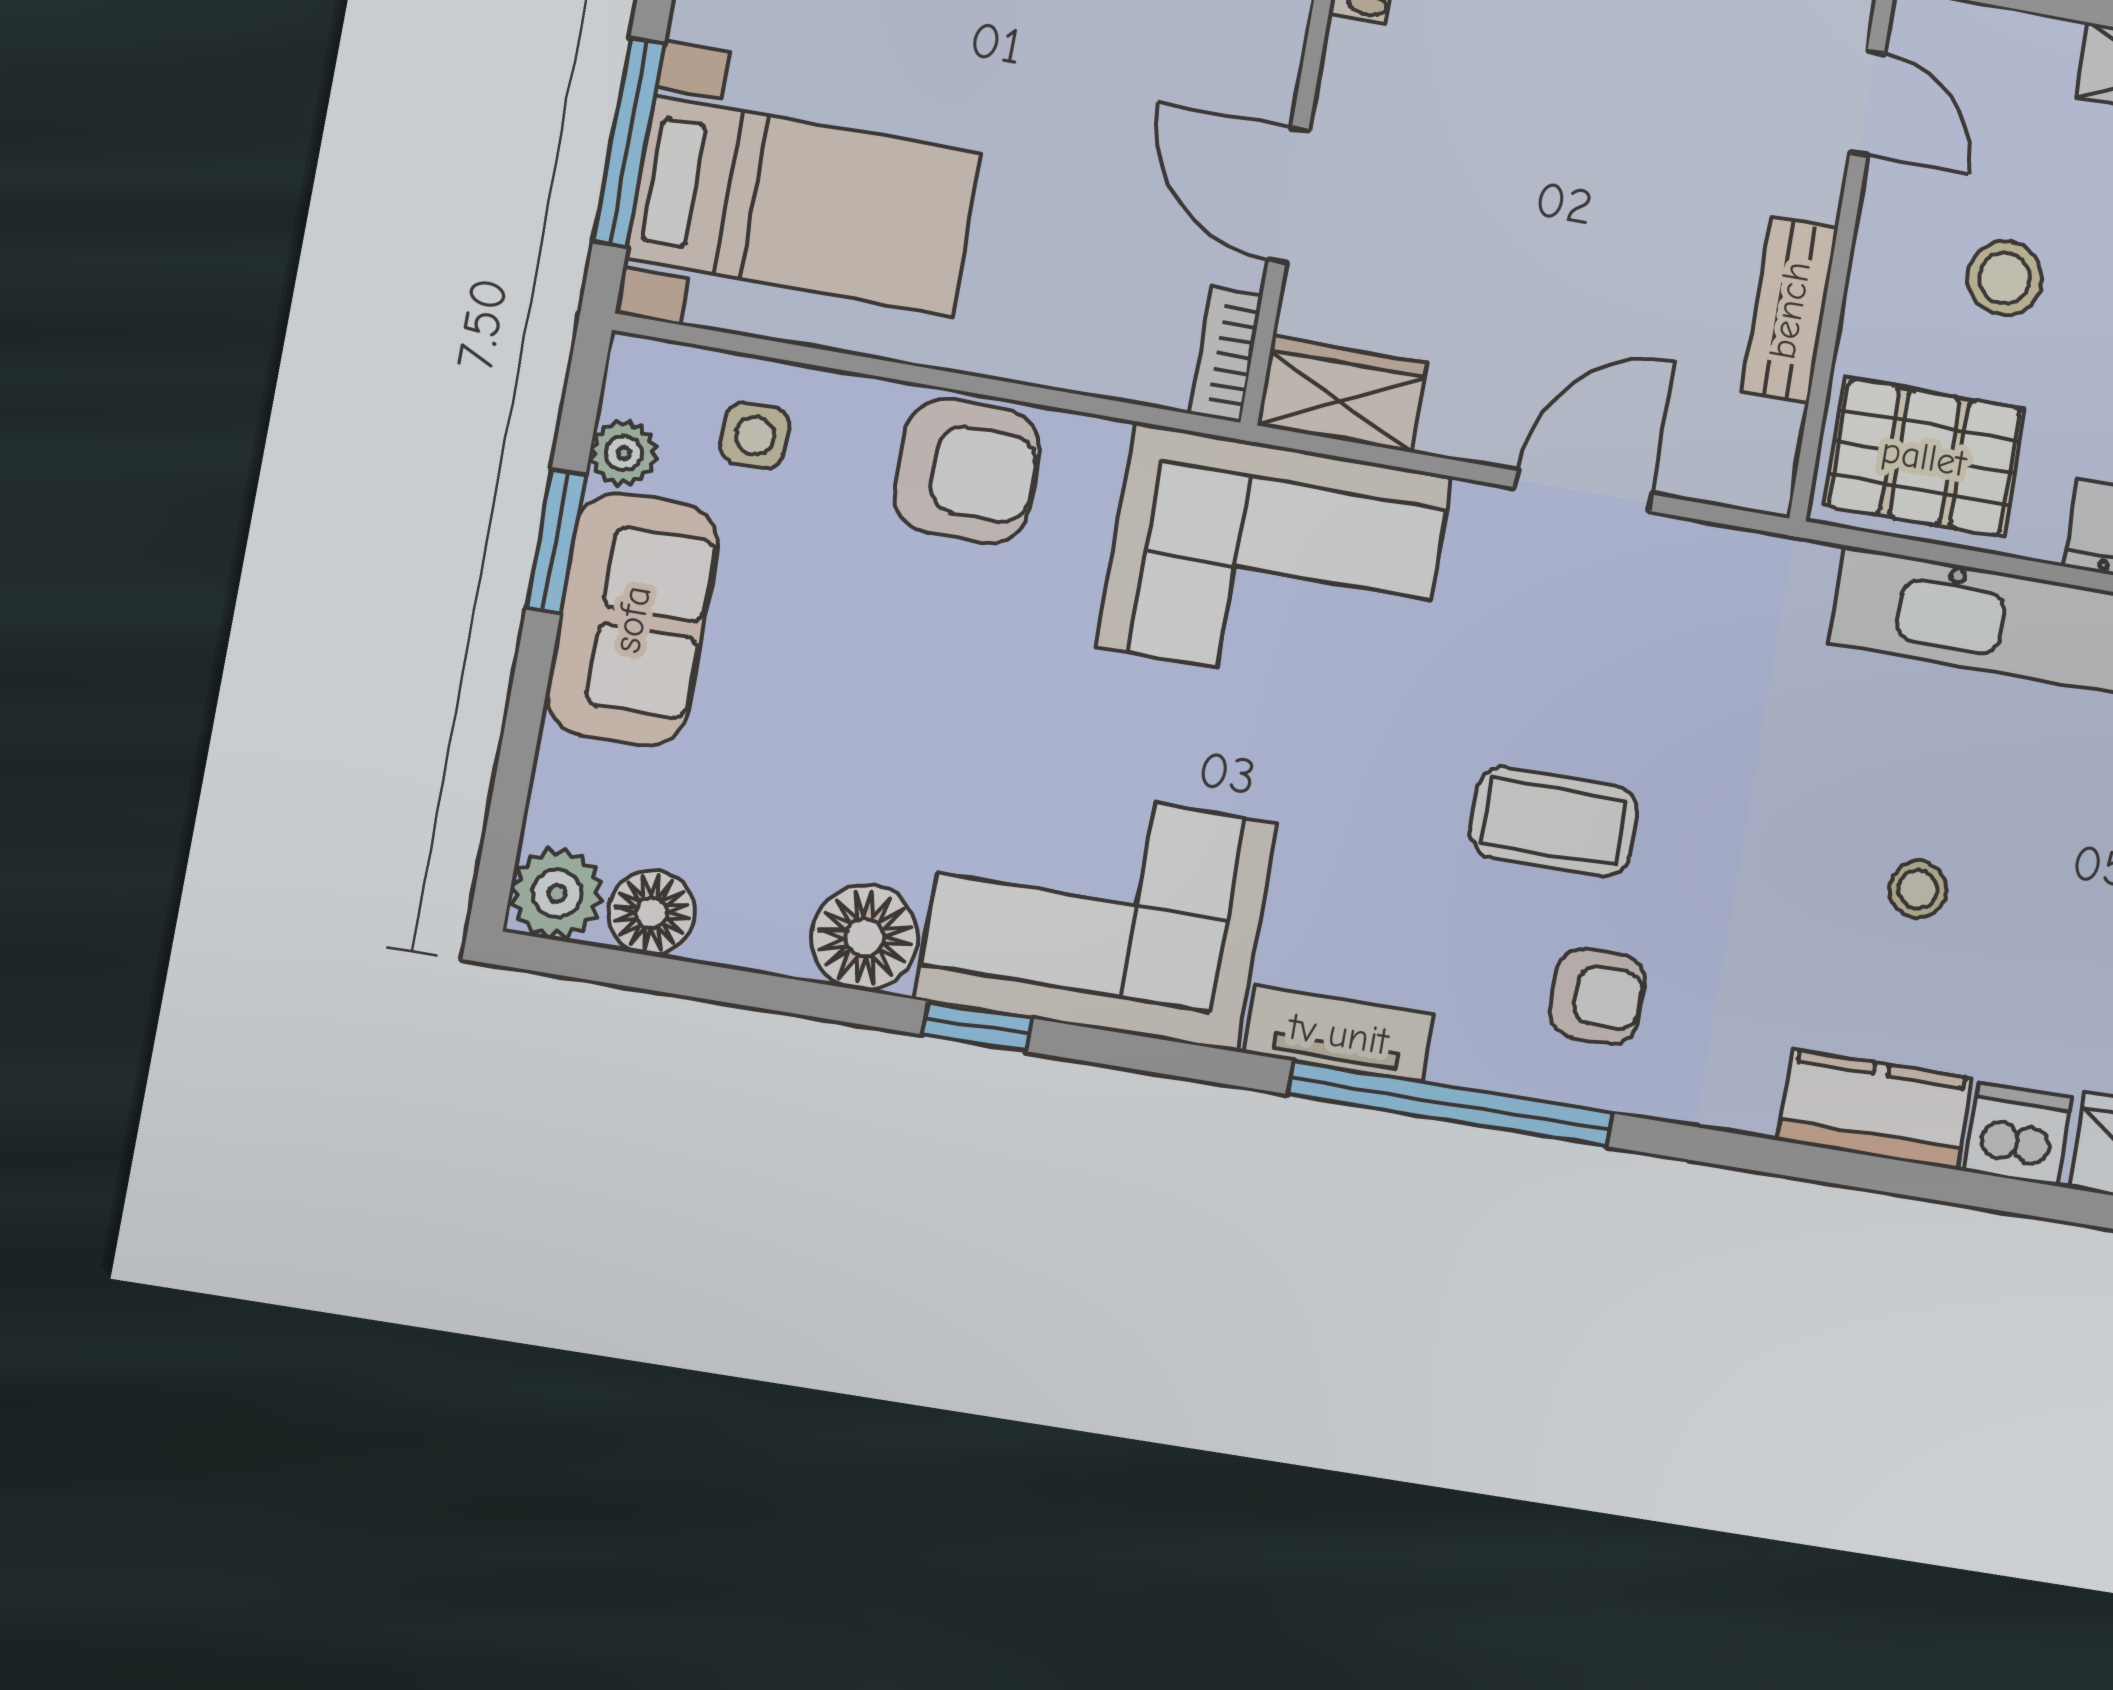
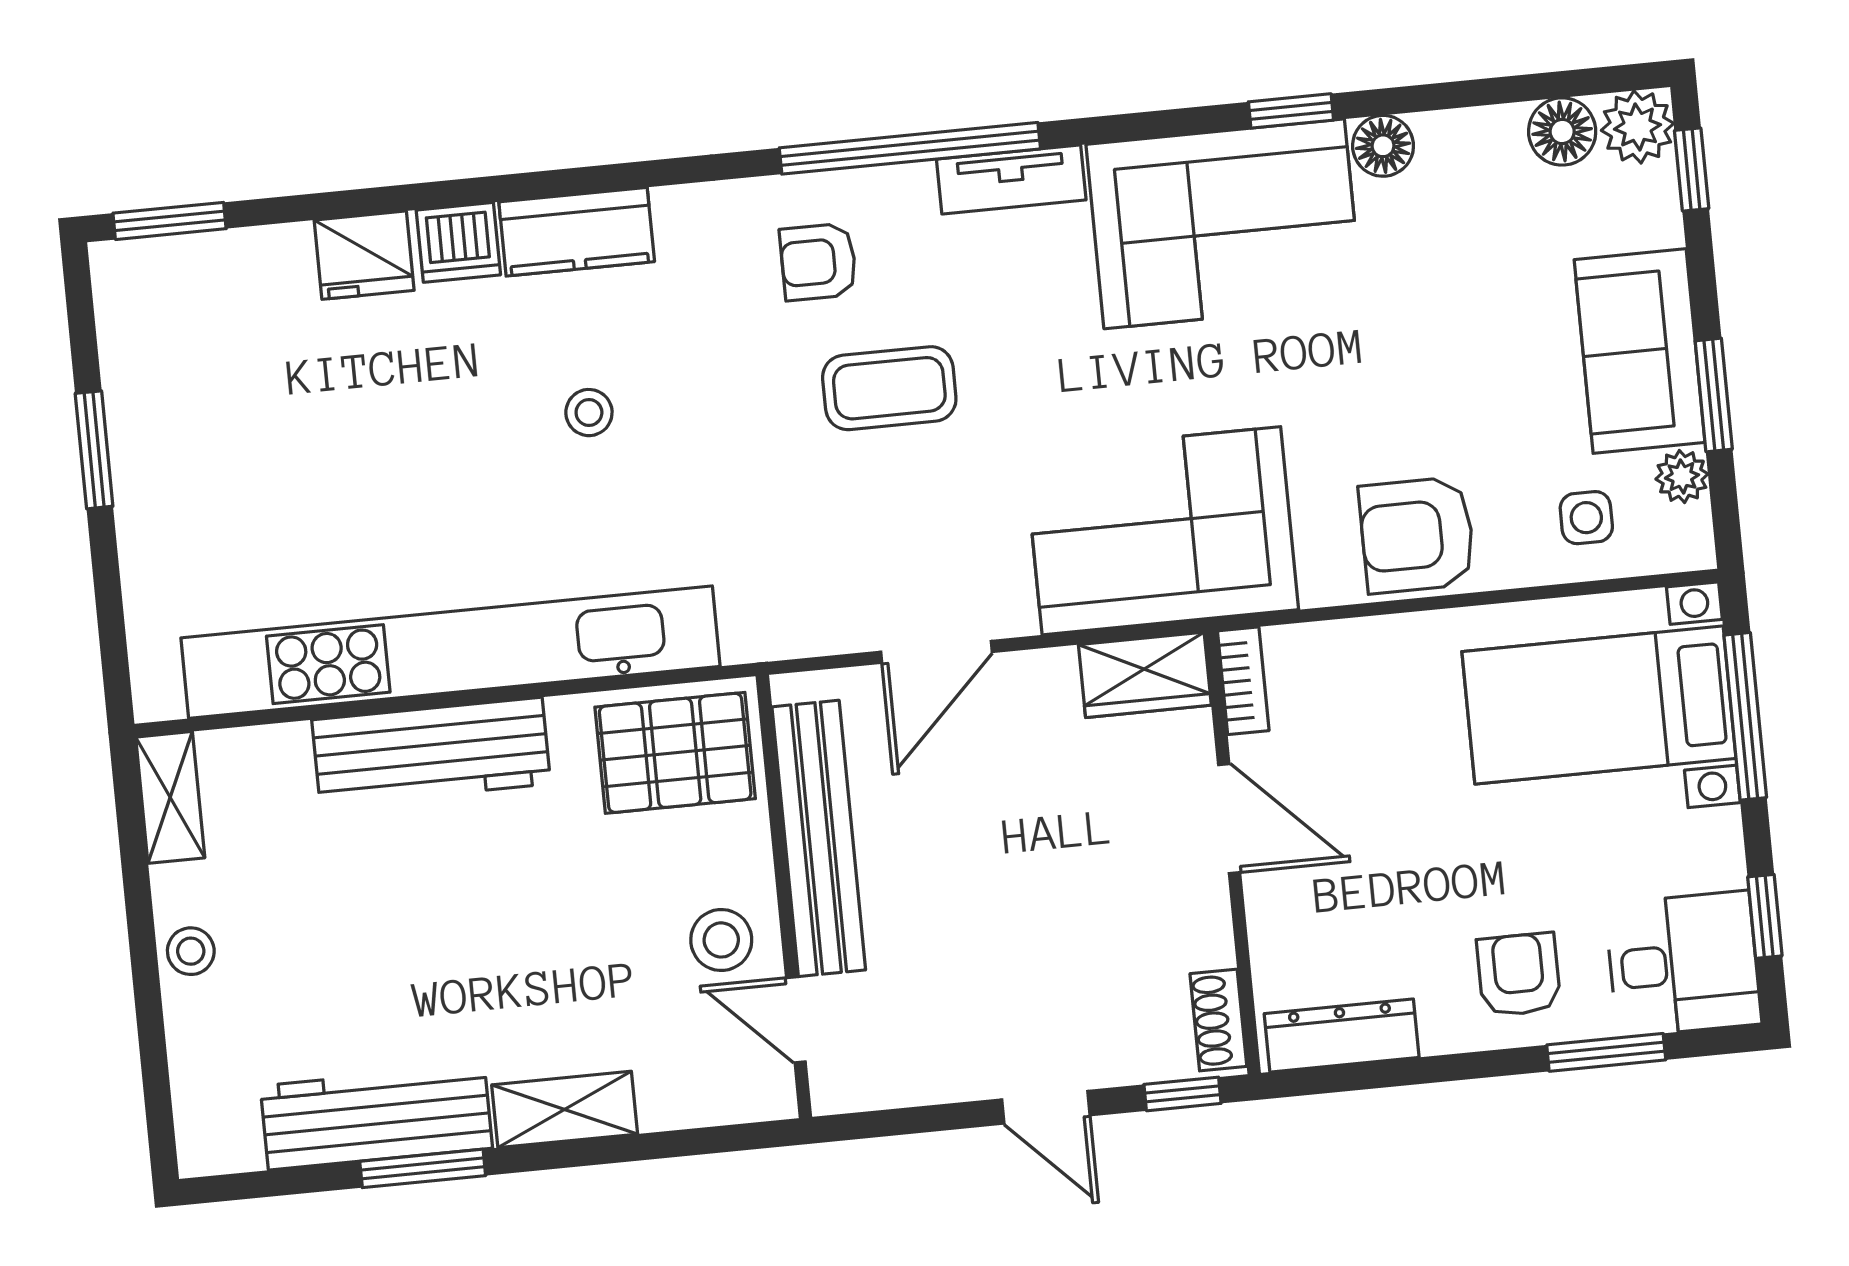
stool: (2005, 278) -> (721, 940), moved
bench: (1790, 310) -> (819, 838), width x1.86, depth x1.21
window: (505, 823) -> (1692, 170), added
floor lamp: (865, 937) -> (1383, 146), width x0.73, depth x0.73

